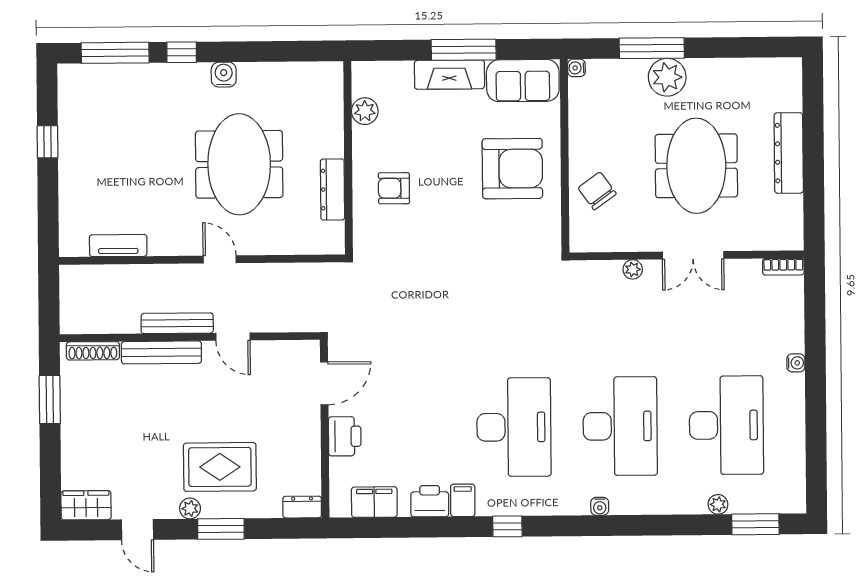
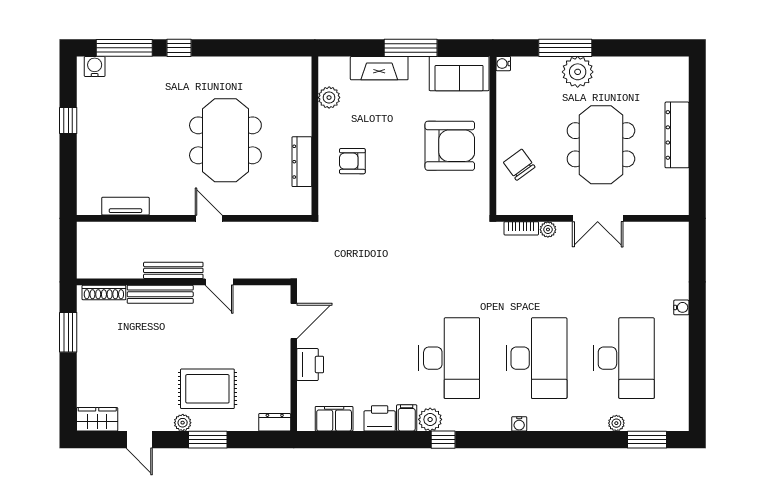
water cooler: (224, 75) -> (95, 66), moved
fireplace: (449, 75) -> (379, 68), moved
bookcase: (783, 267) -> (521, 228), moved
plant: (491, 502) -> (430, 419), added

